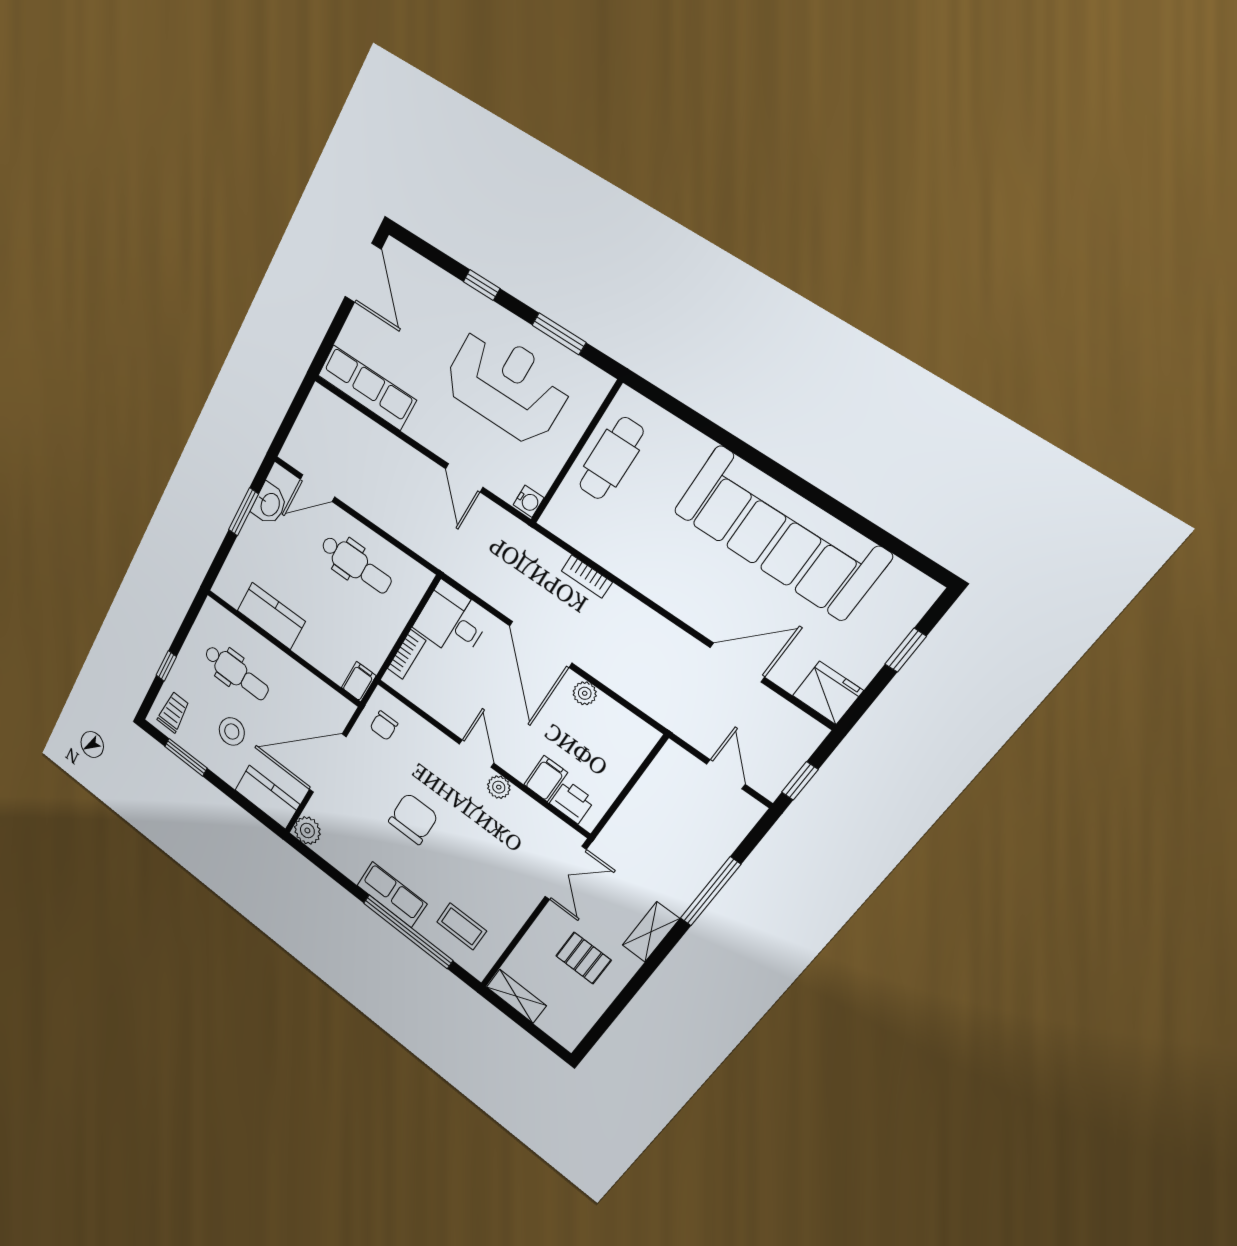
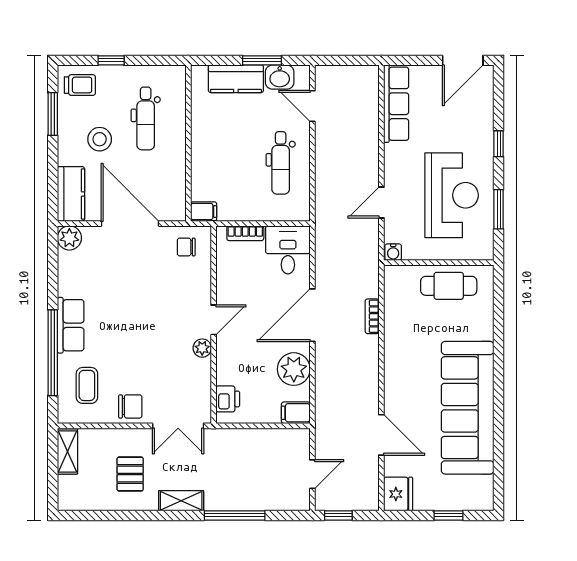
kitchen counter: (271, 616) -> (236, 79), moved, turned 90
plant: (585, 693) -> (294, 369), width x1.88, depth x1.88
filing cabinet: (546, 779) -> (296, 413), moved, turned 180
chair: (413, 819) -> (130, 406), moved, width x0.73, depth x0.73

